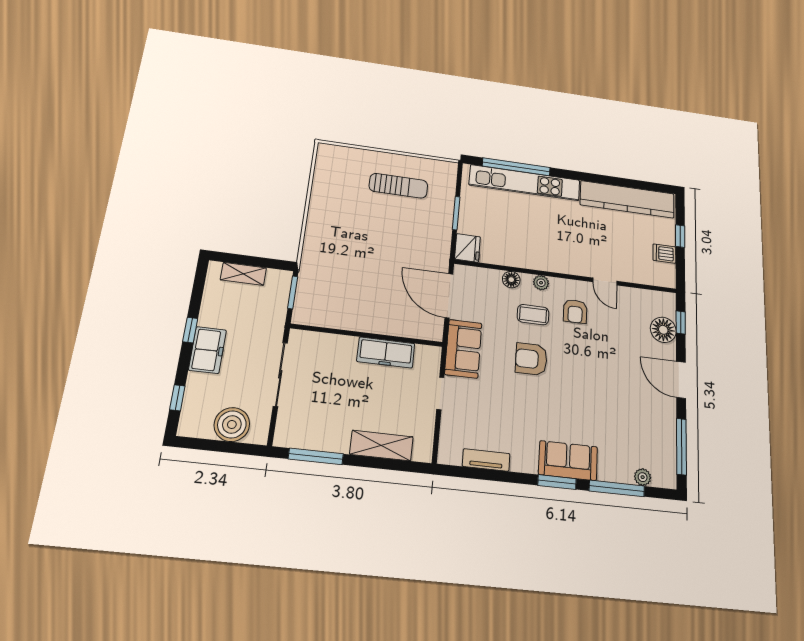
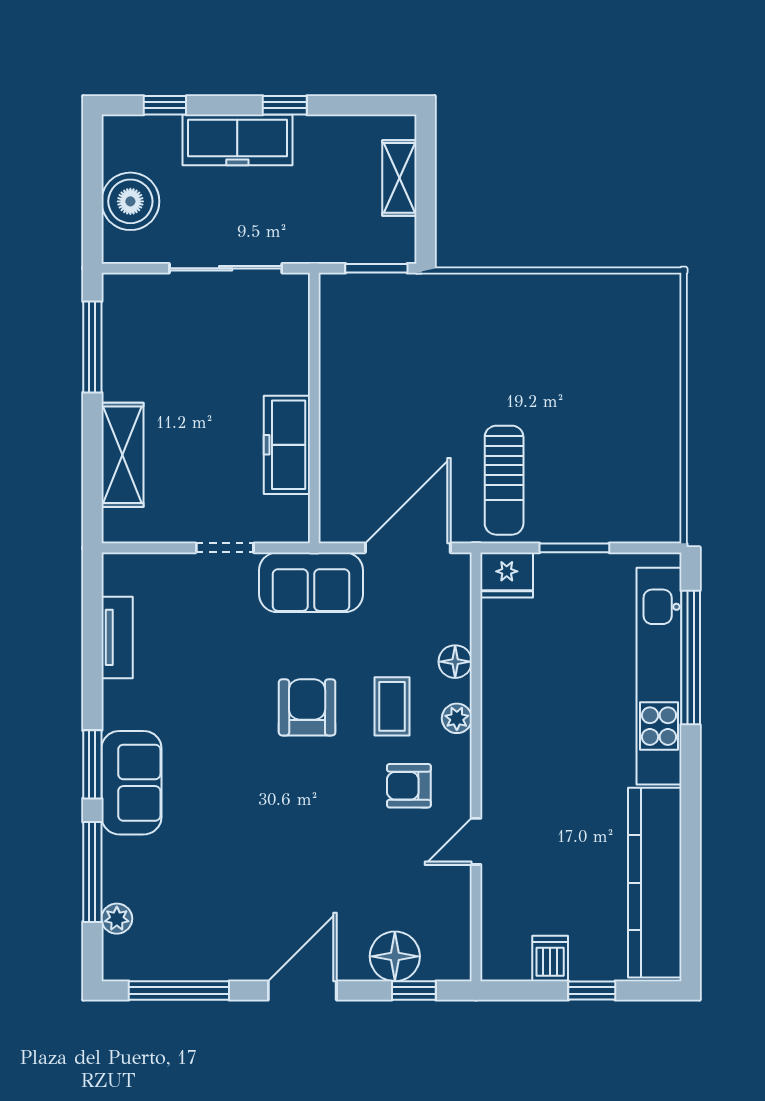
sun lounger: (398, 186) -> (504, 480), moved
freezer: (207, 350) -> (237, 140), width x1.40

